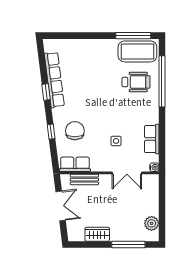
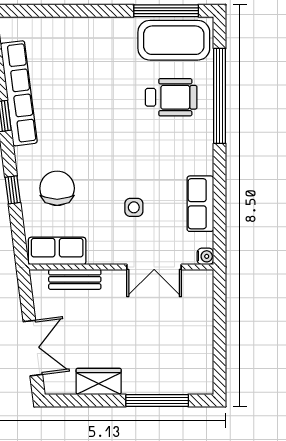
double door: (61, 206) -> (33, 348), moved
plant: (152, 223) -> (200, 361), removed

